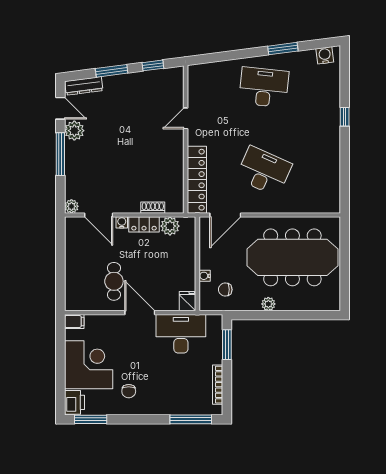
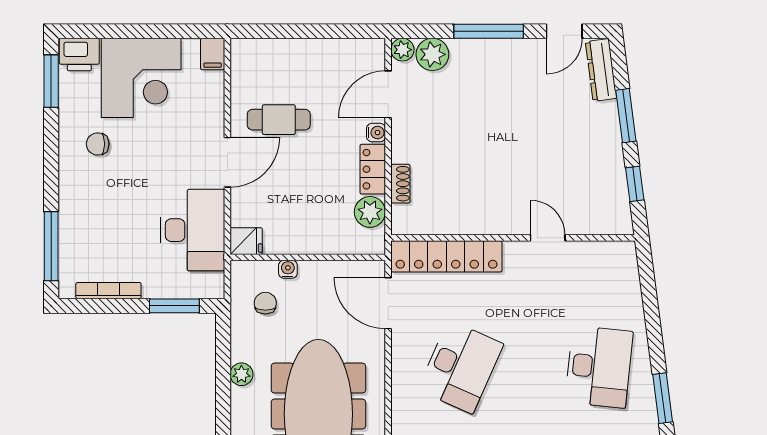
plant: (74, 131) -> (432, 54), moved

